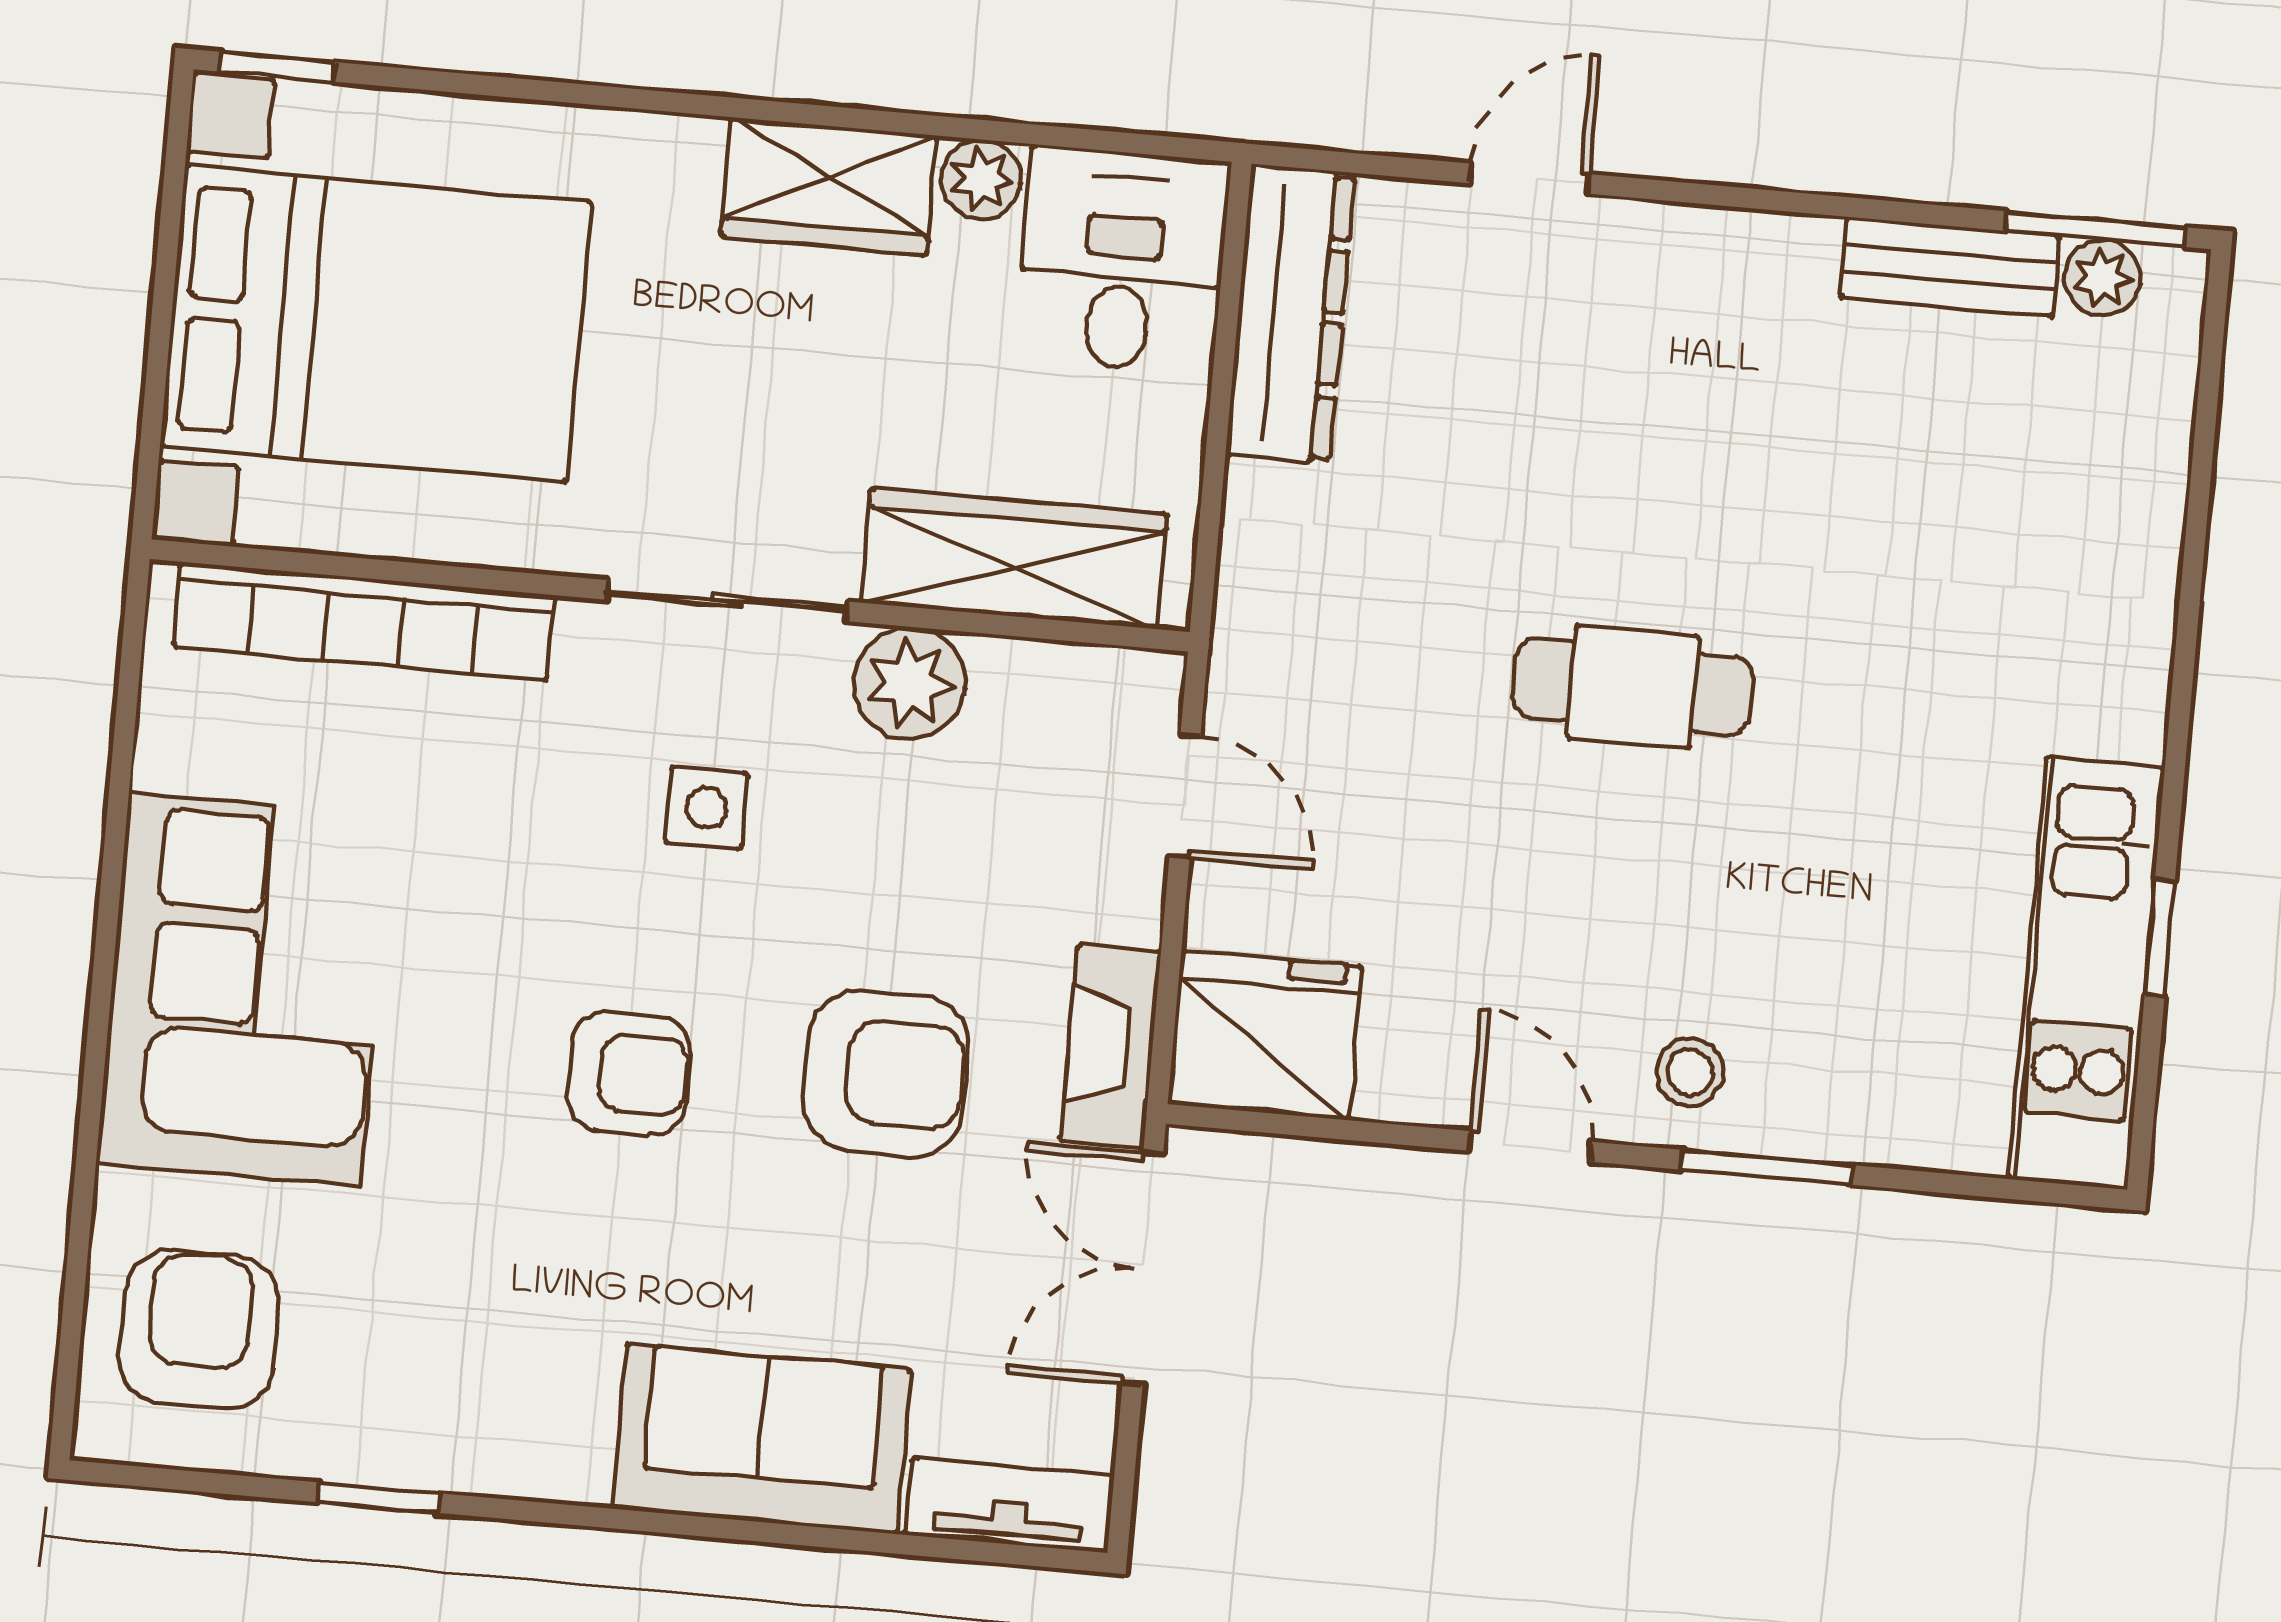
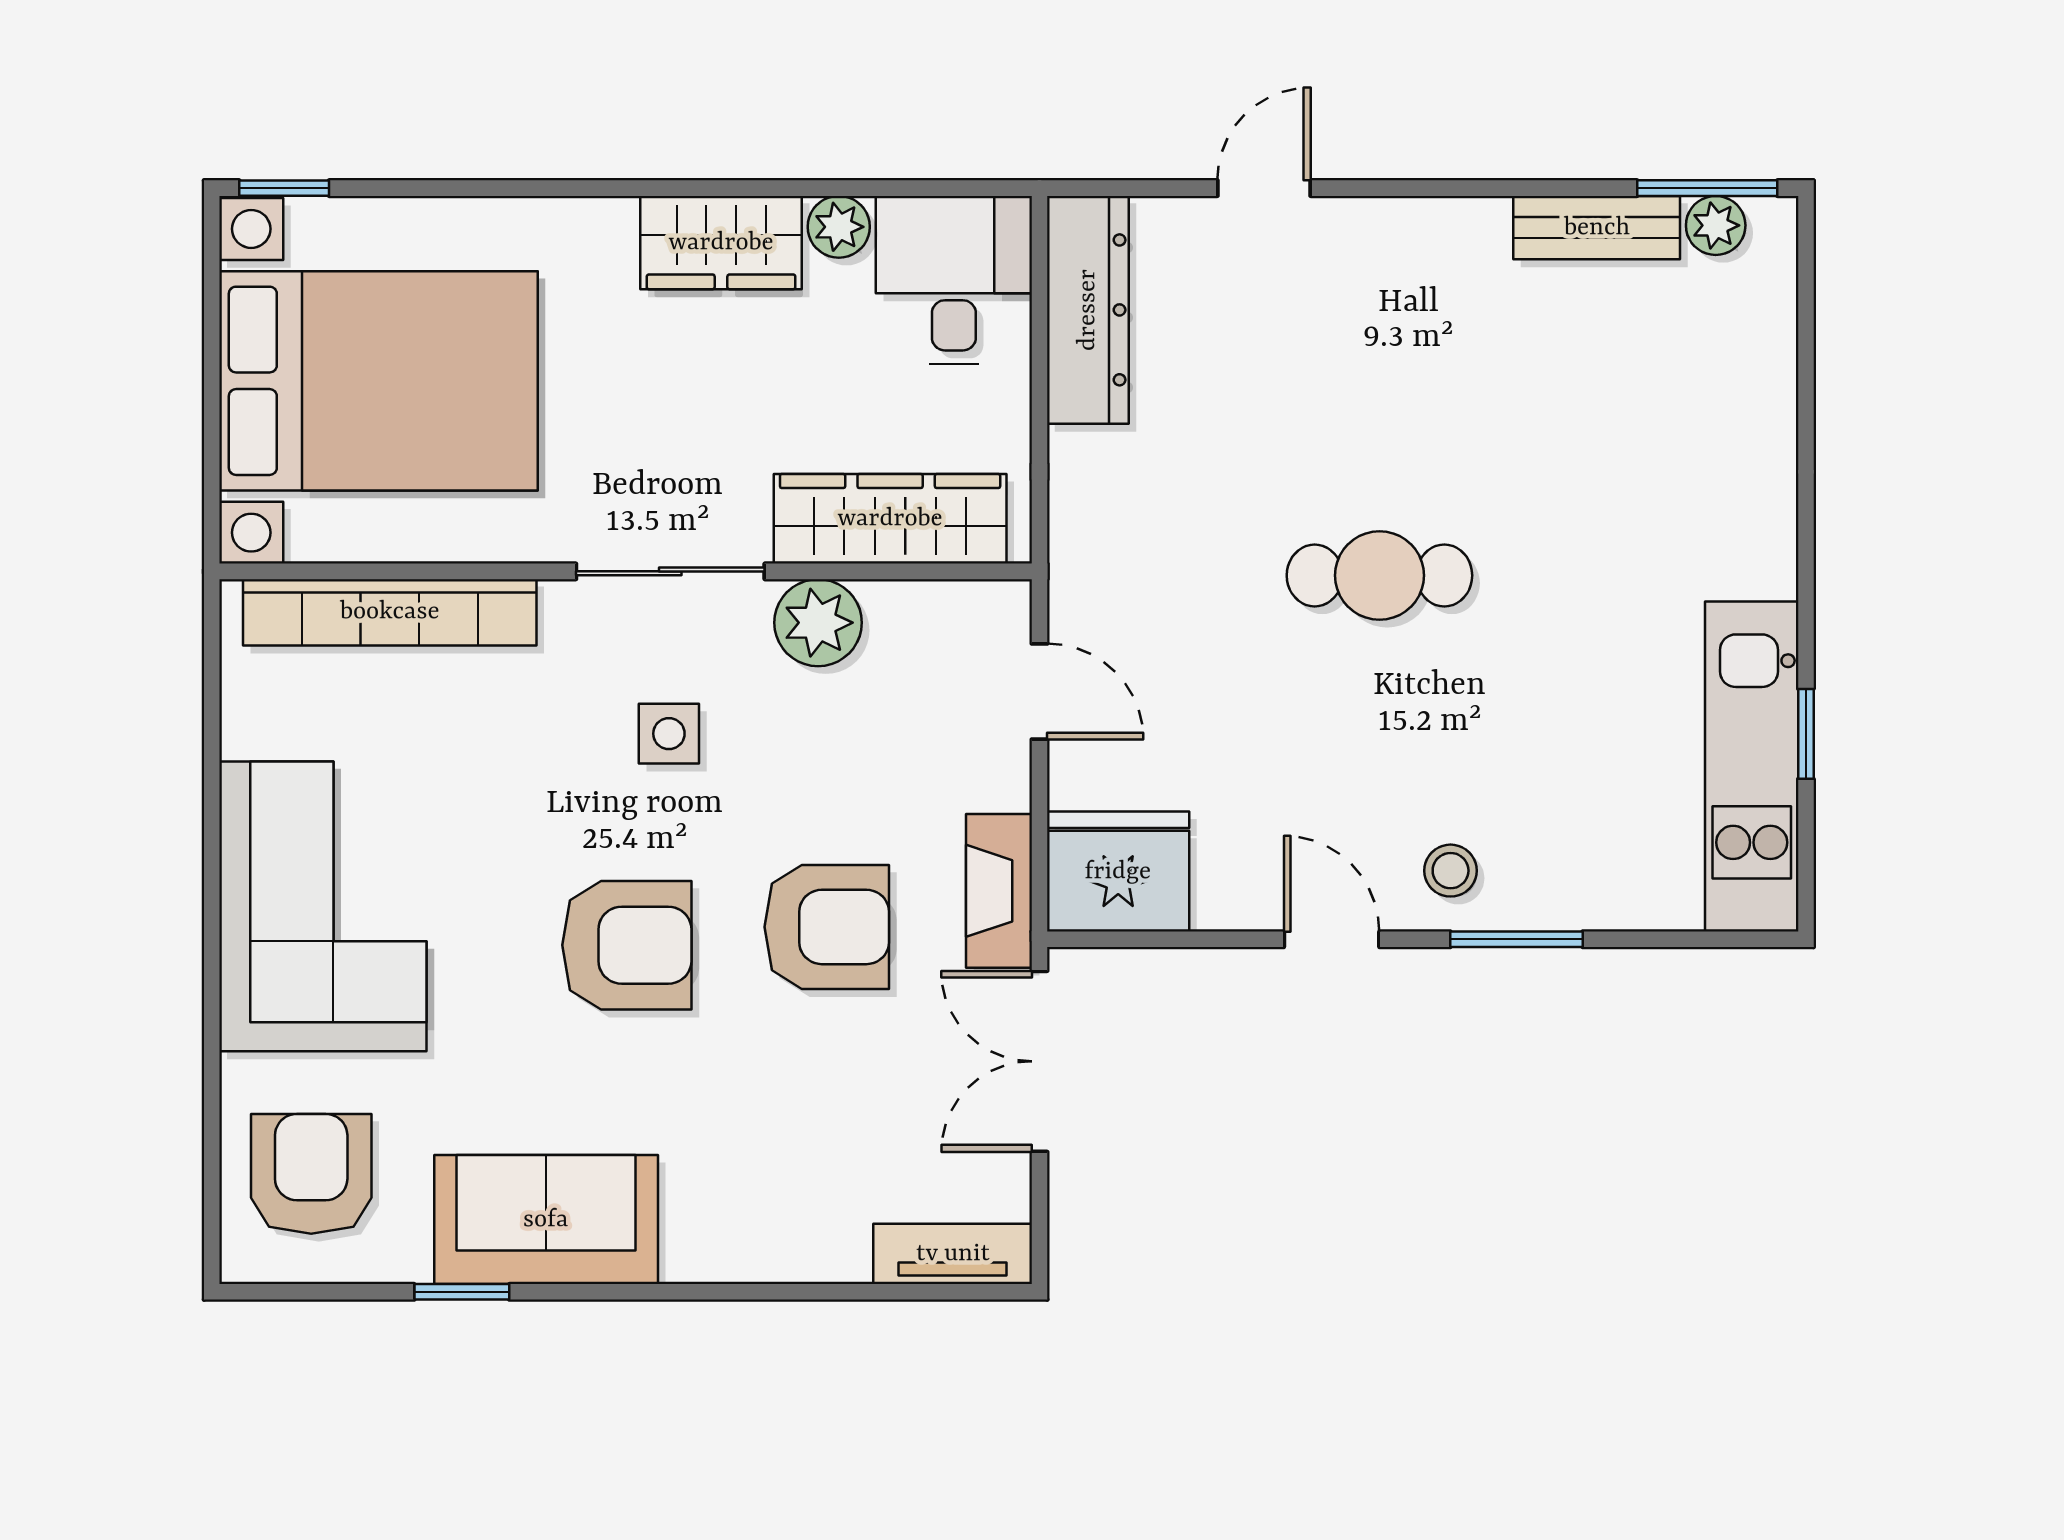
armchair: (629, 1074) -> (627, 945), width x1.38, depth x1.38
sofa: (762, 1439) -> (546, 1220), moved

